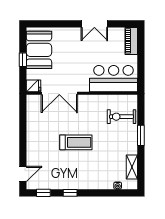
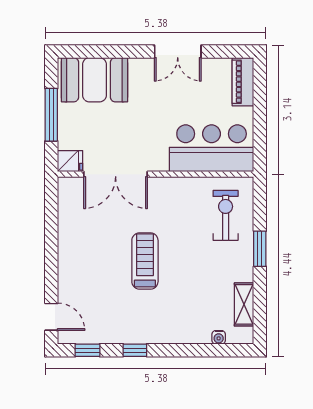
booth: (39, 50) -> (94, 80), moved, turned 90
window: (23, 60) -> (51, 115), width x2.17
exercise bike: (122, 117) -> (226, 215), turned 90
treadmill: (76, 142) -> (145, 261), turned -90
door: (23, 174) -> (51, 317), hinge flipped

